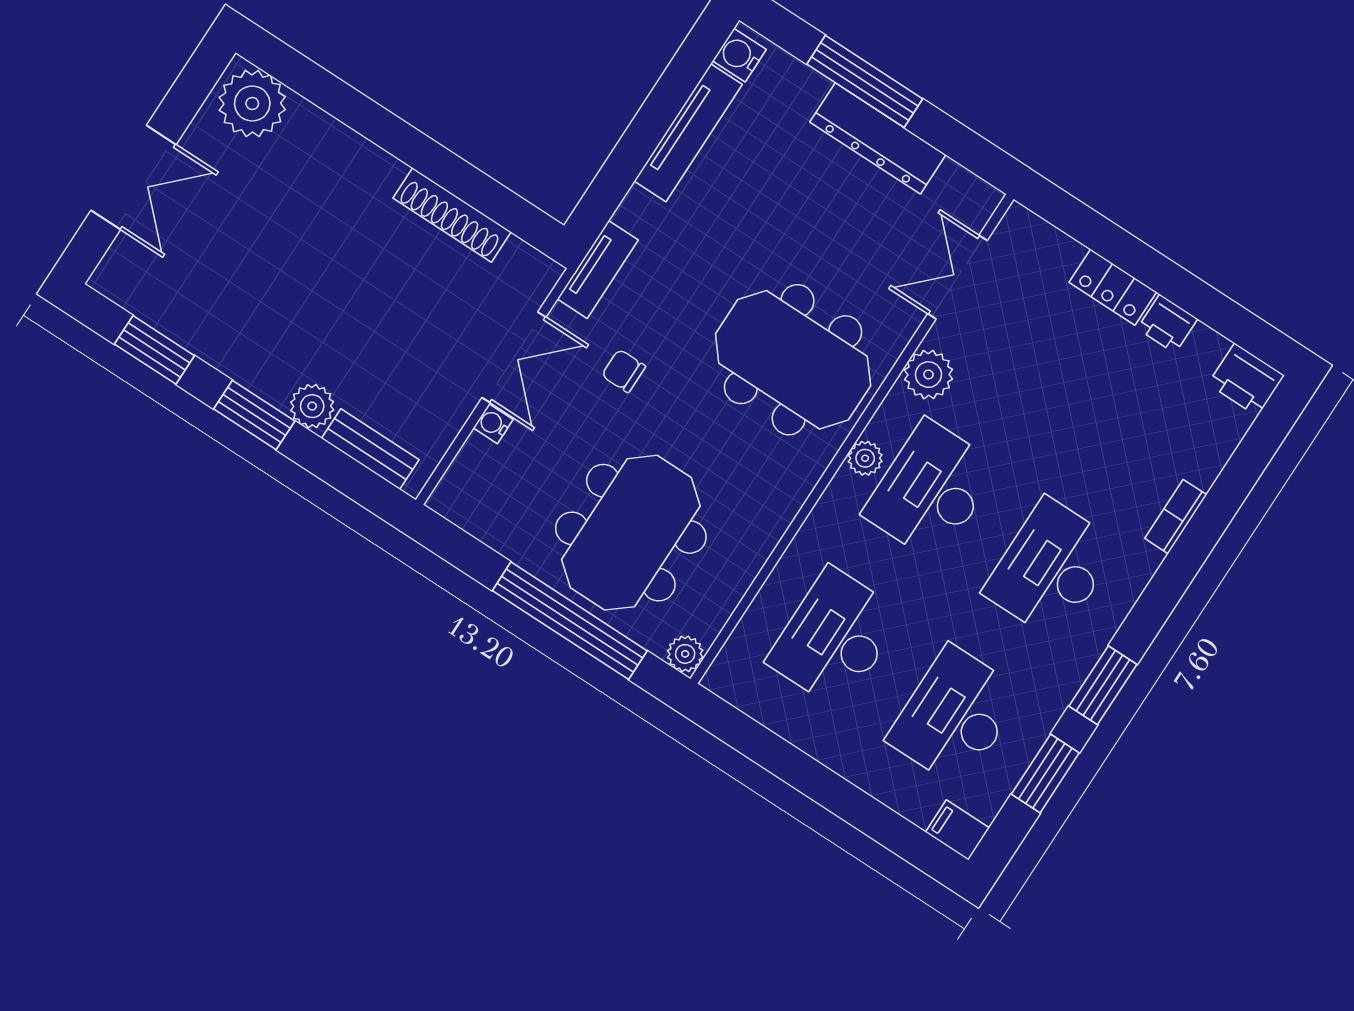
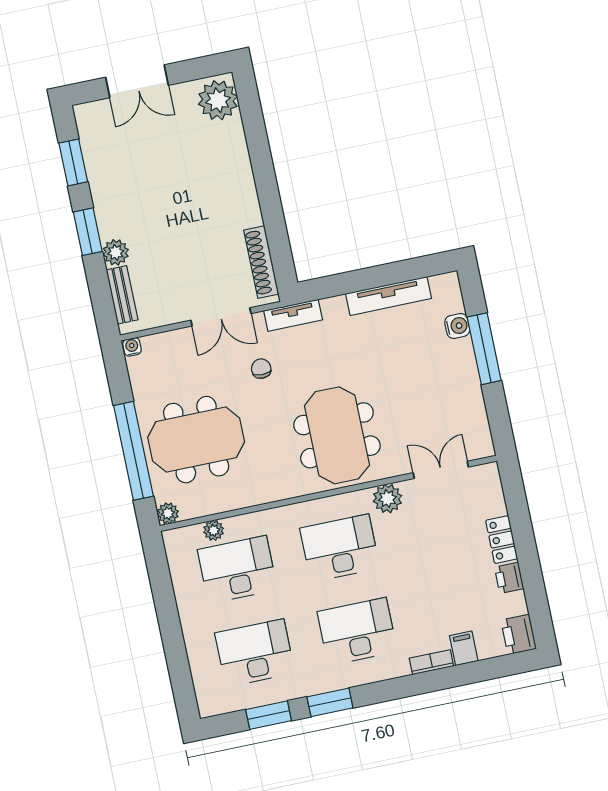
water cooler: (739, 55) -> (457, 326), moved, turned 90
dresser: (878, 138) -> (466, 378), removed
shoe rack: (452, 215) -> (261, 262), moved
water cooler: (493, 424) -> (132, 347), moved
plant: (865, 458) -> (214, 530), moved
filing cabinet: (957, 830) -> (464, 648), moved

